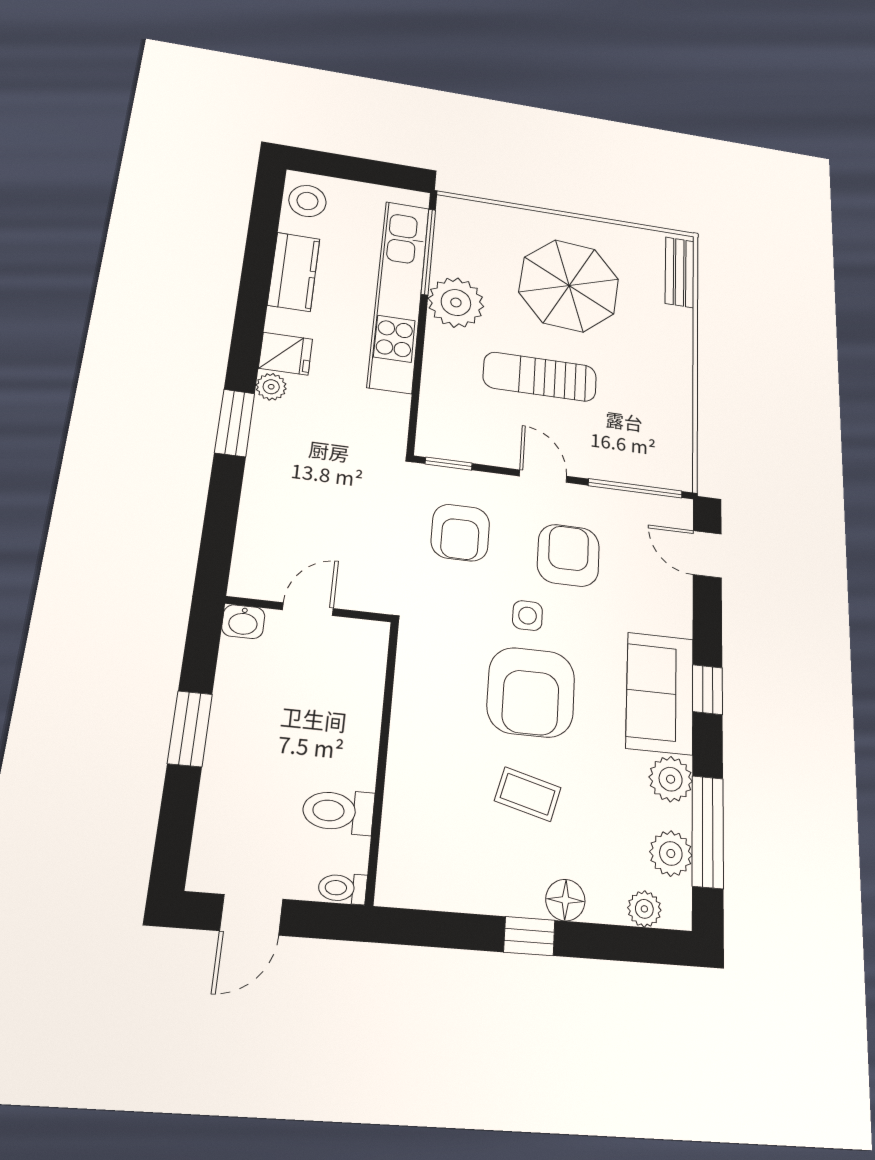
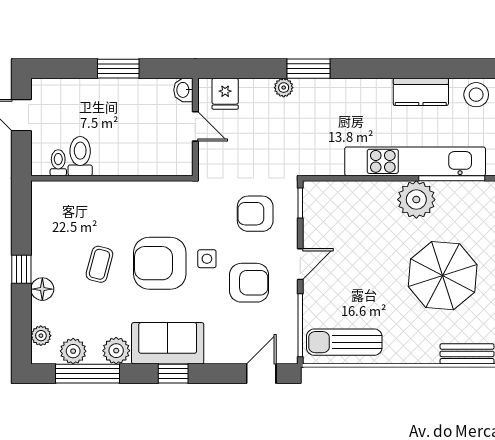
fridge: (286, 354) -> (225, 94), moved
sun lounger: (540, 377) -> (344, 342), moved, turned -90
plant: (271, 387) -> (284, 88), moved
toilet: (343, 888) -> (58, 163), moved

